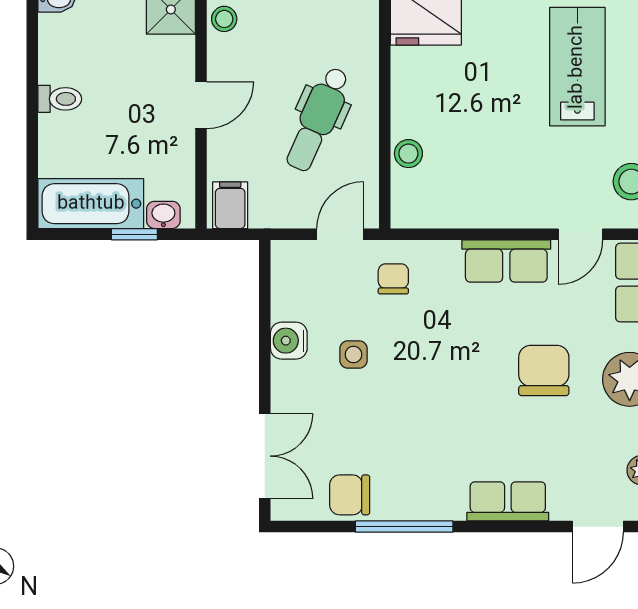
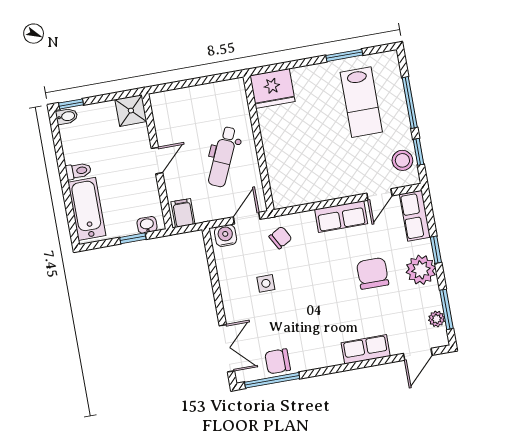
stool: (224, 19) -> (161, 111), removed
lab bench: (577, 67) -> (361, 102), turned 180
stool: (408, 154) -> (276, 167), removed
bathtub: (91, 204) -> (87, 209), moved, turned 90
chair: (393, 279) -> (280, 238), turned 61
water cooler: (289, 341) -> (226, 236), moved, turned 90
window: (404, 527) -> (272, 380), moved

